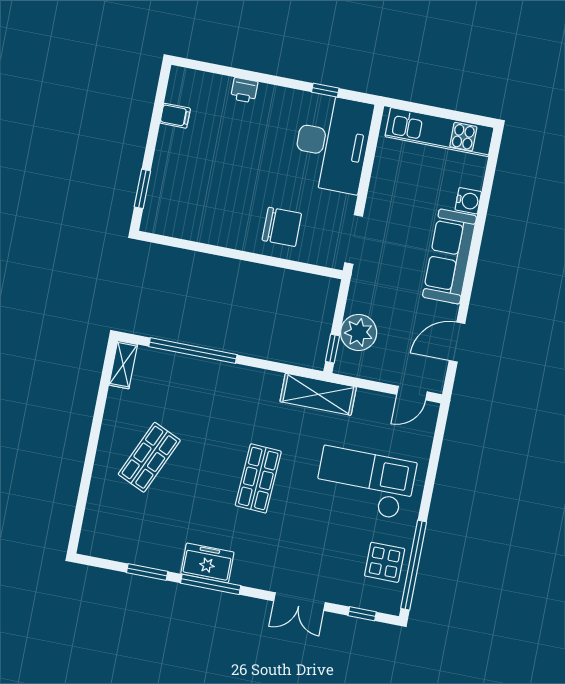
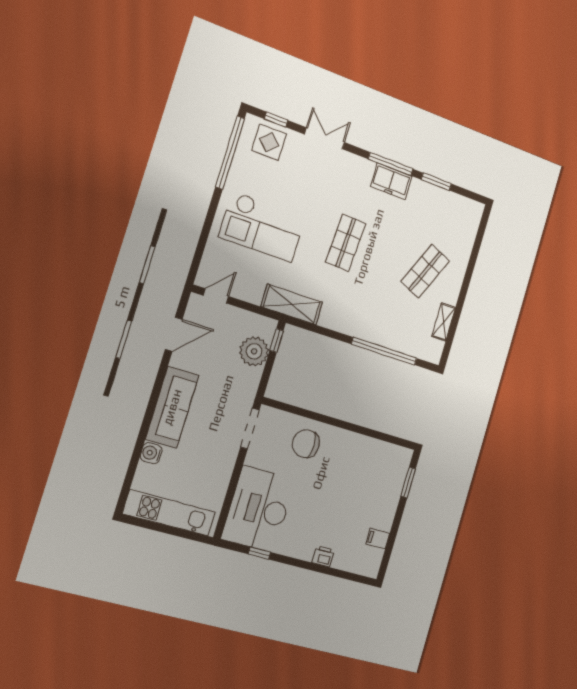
shelving: (123, 365) -> (444, 322), moved
display table: (385, 562) -> (269, 142), moved

